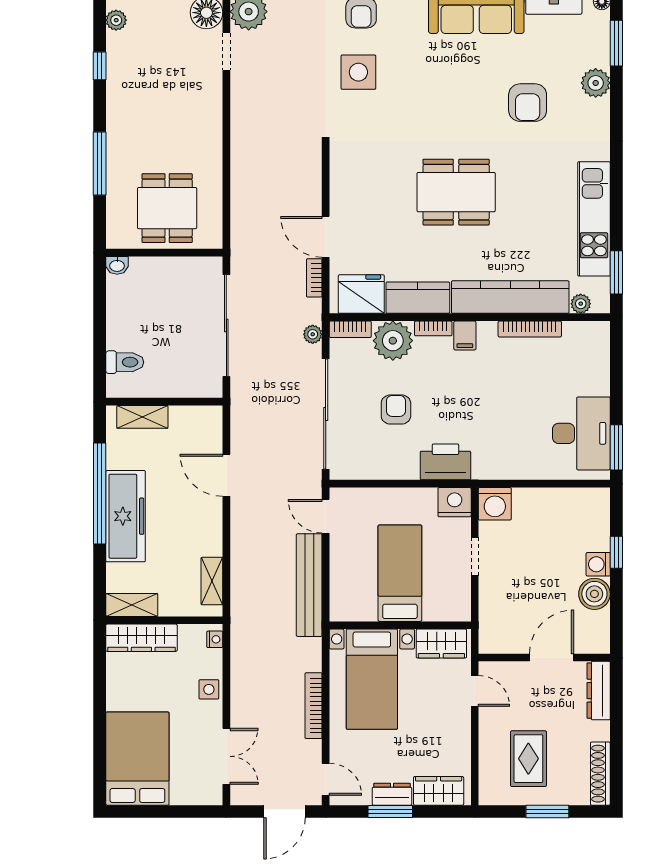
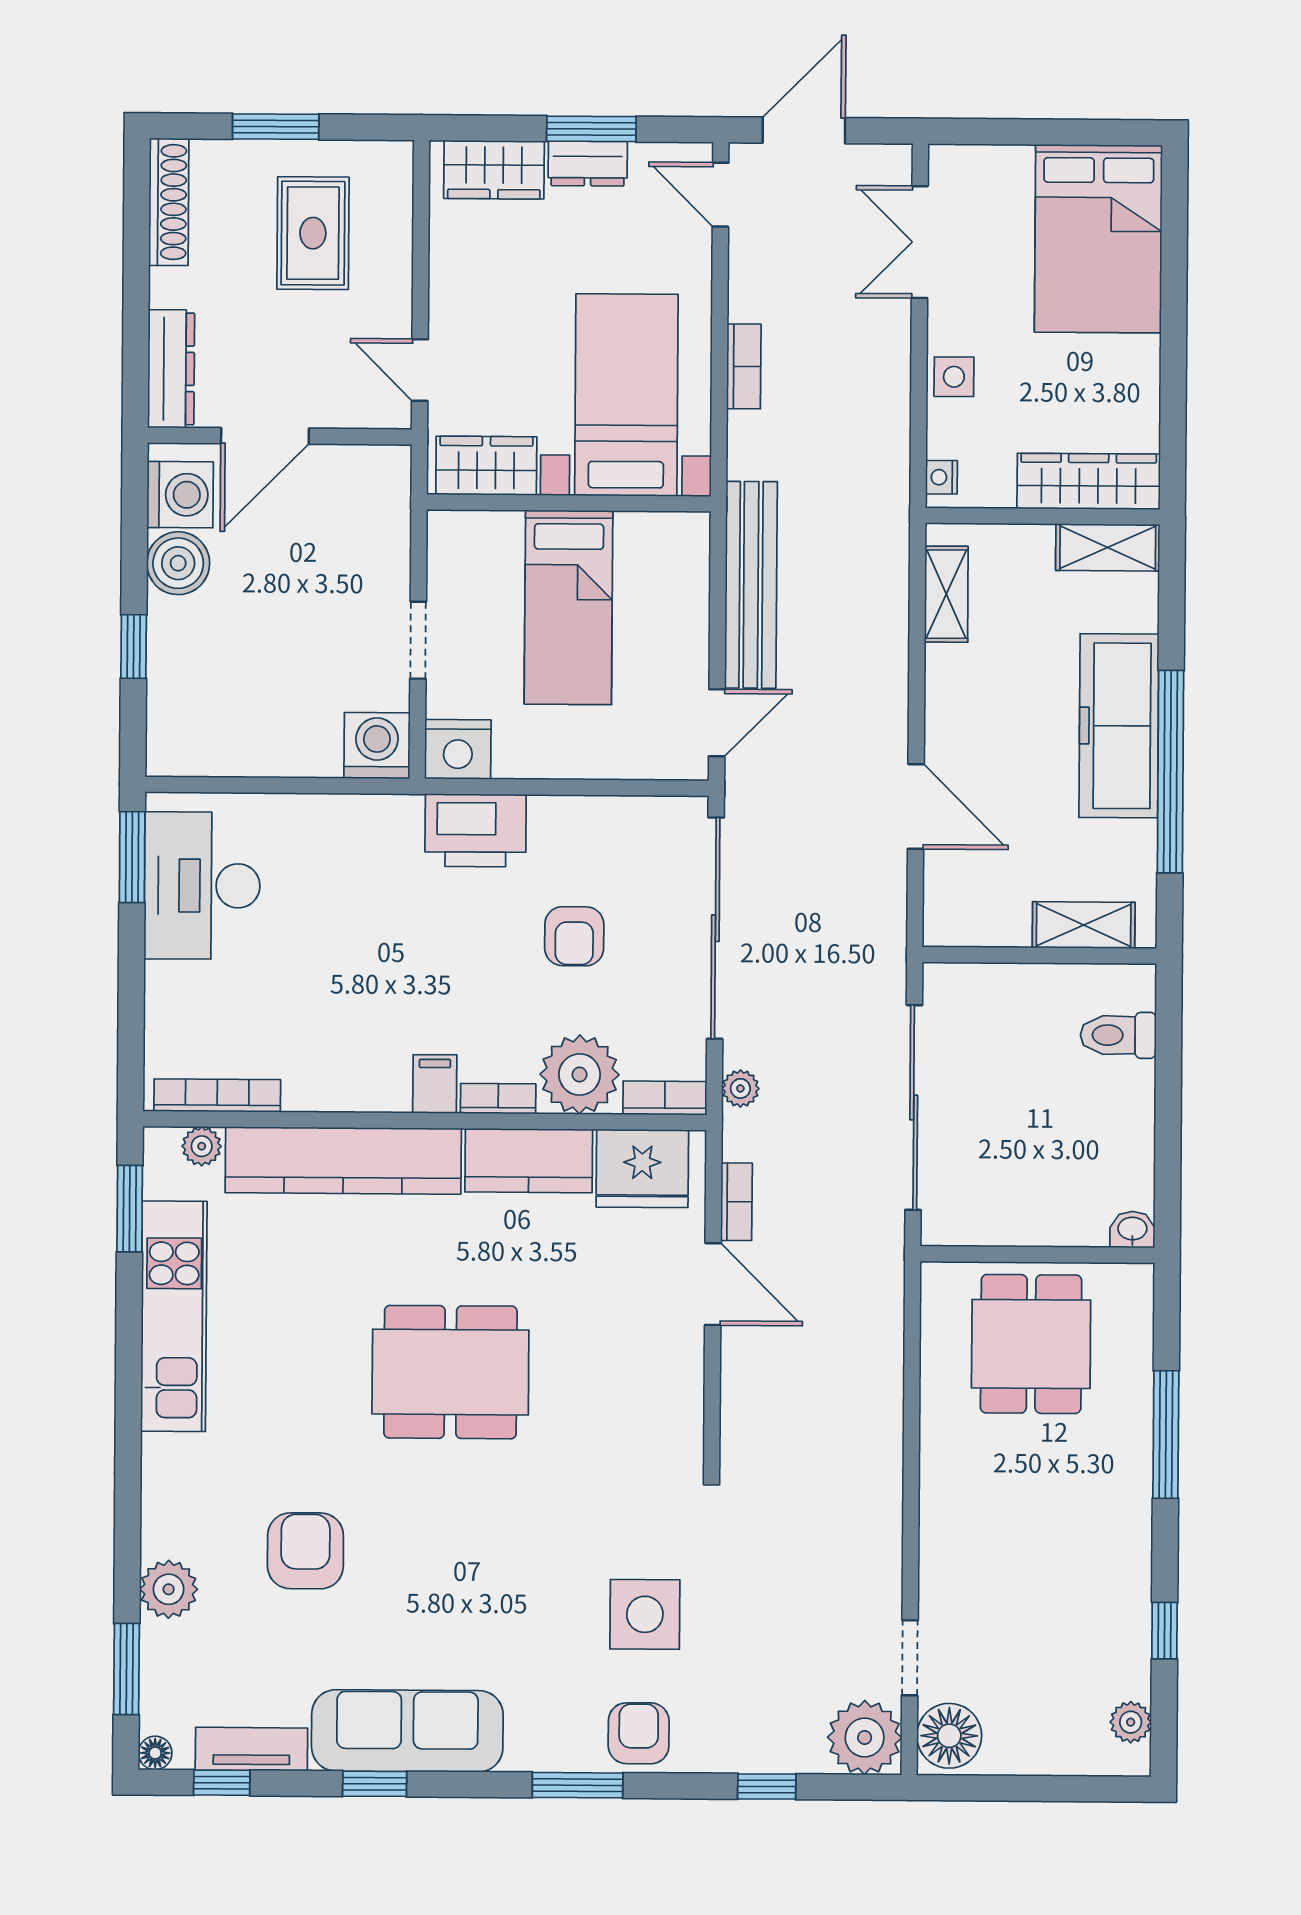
bookcase: (530, 329) -> (217, 1095), moved
door: (326, 516) -> (717, 723), hinge flipped
washing machine: (598, 564) -> (180, 495), moved, width x1.38, depth x1.38
bookcase: (314, 706) -> (744, 366), width x0.64

